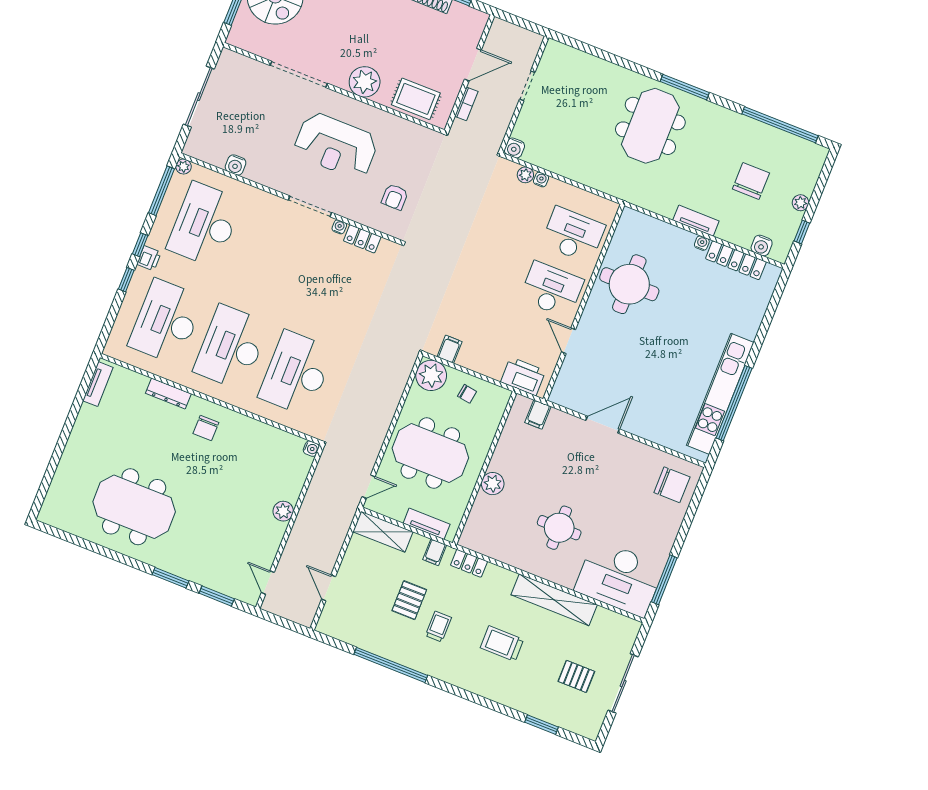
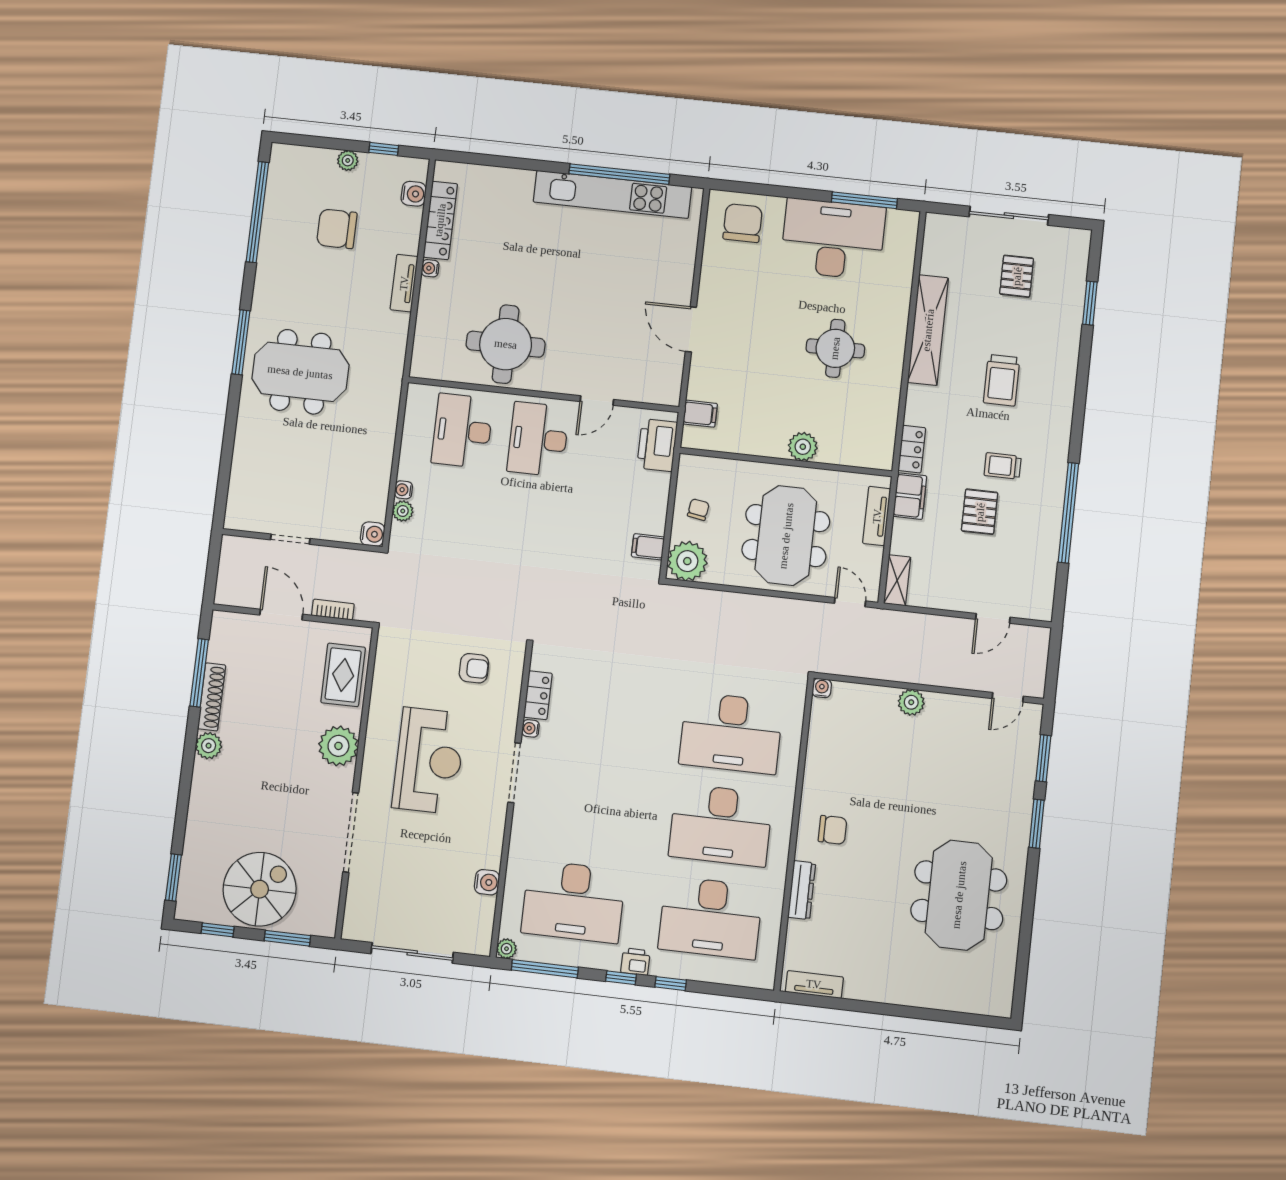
shelving: (383, 532) -> (897, 580), width x0.67, depth x0.75
filing cabinet: (435, 552) -> (910, 496), width x2.00
desk: (619, 578) -> (833, 239), moved, turned -90
pallet: (409, 600) -> (980, 512), turned 90

